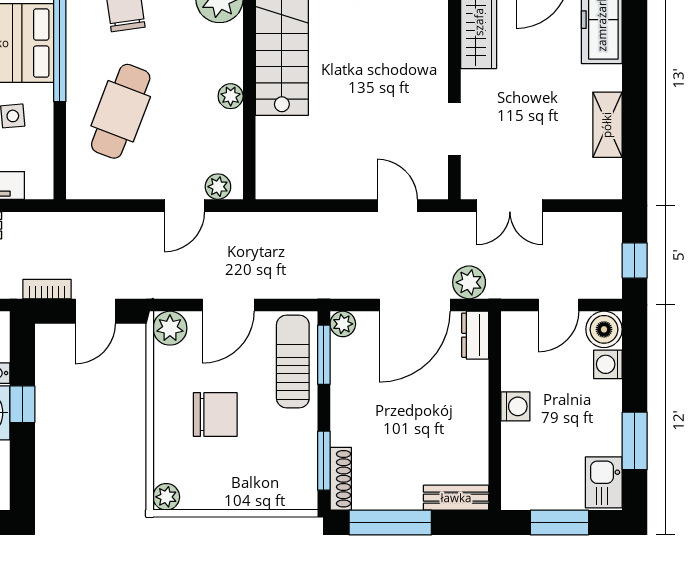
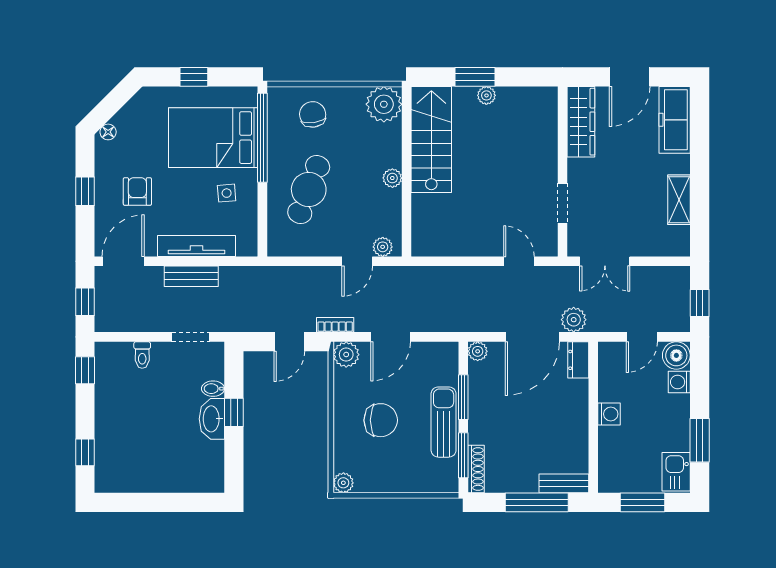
bookcase: (47, 289) -> (335, 325), moved
window: (324, 355) -> (463, 397), moved
sun lounger: (293, 362) -> (444, 422), moved
window: (390, 523) -> (537, 502), moved

